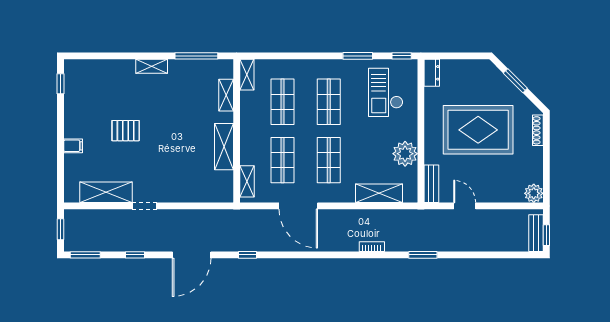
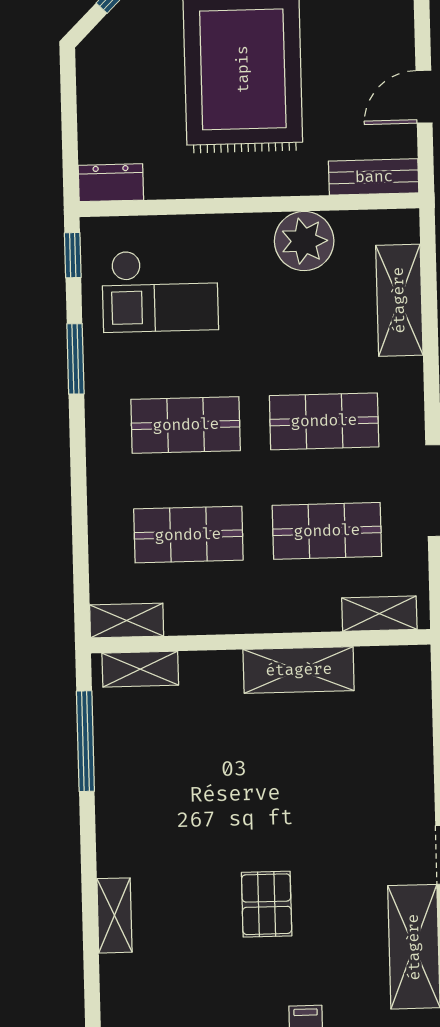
shelving: (152, 66) -> (114, 915), moved
shelving: (226, 95) -> (140, 669), moved

